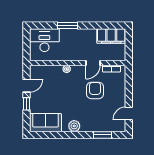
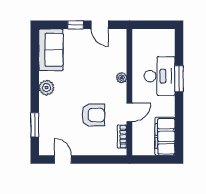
desk: (44, 40) -> (160, 76), moved
door: (93, 63) -> (129, 112), swing flipped

